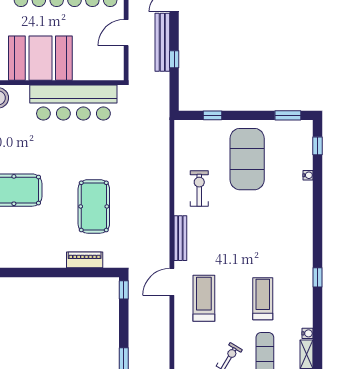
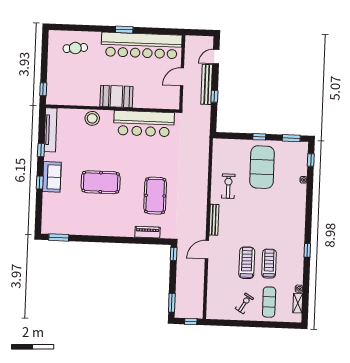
booth: (40, 58) -> (116, 96), width x0.73, depth x0.70
window: (213, 115) -> (259, 137), moved
treadmill: (204, 298) -> (247, 263), moved

